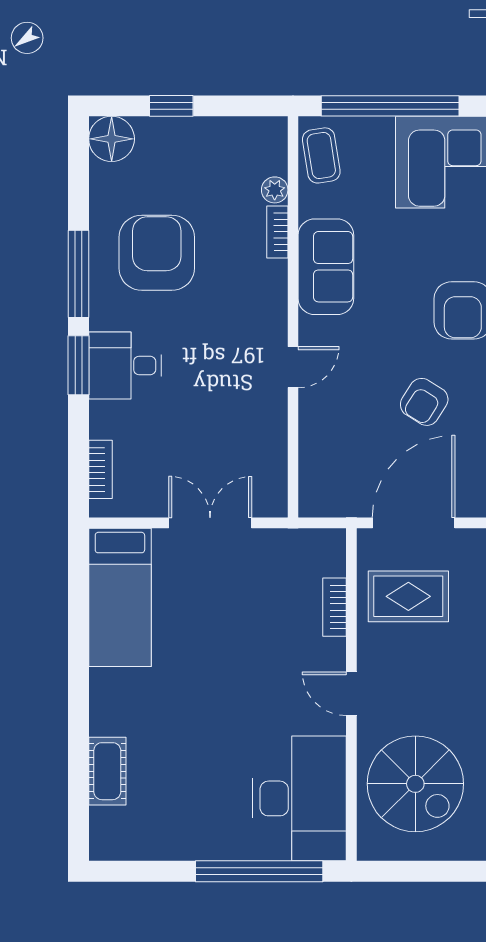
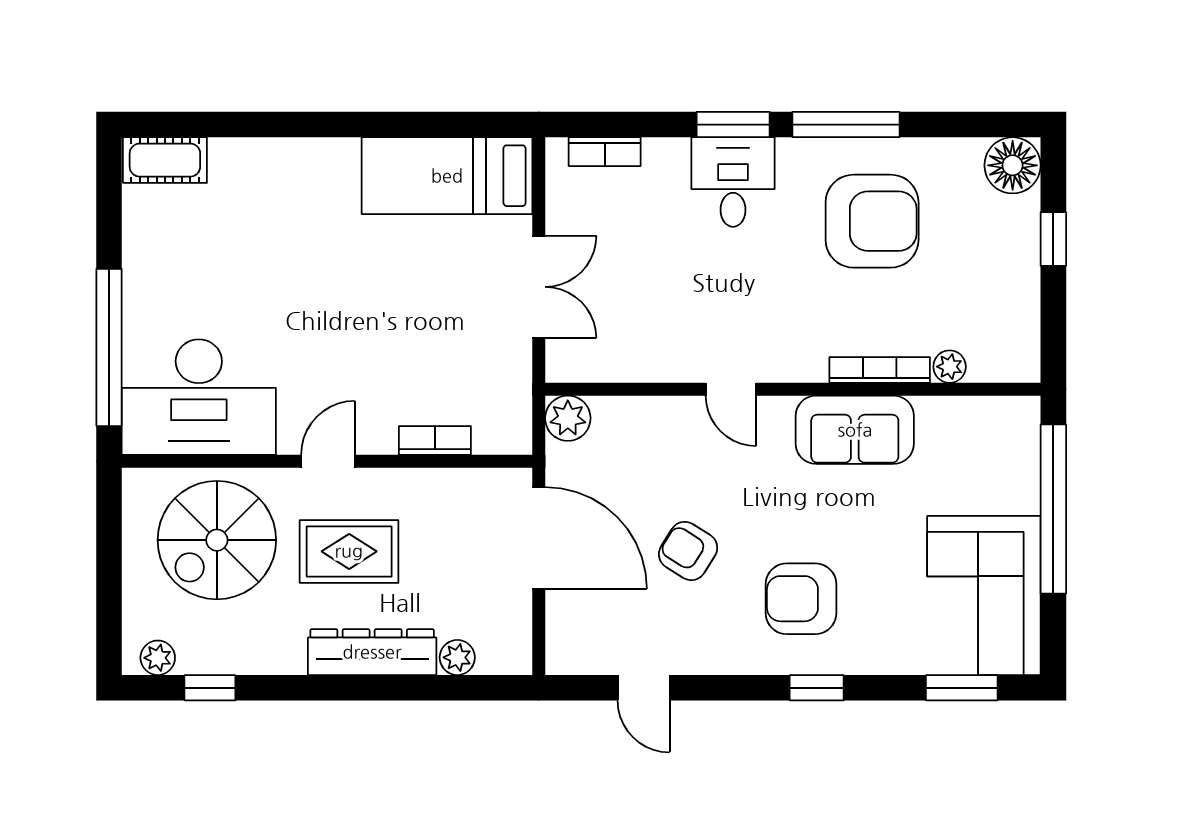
coffee table: (321, 155) -> (992, 424), removed
bookcase: (277, 232) -> (880, 370), width x1.56
plant: (317, 499) -> (568, 418), added
rug: (408, 596) -> (349, 551), moved, turned 90
cot: (107, 771) -> (165, 160), moved

